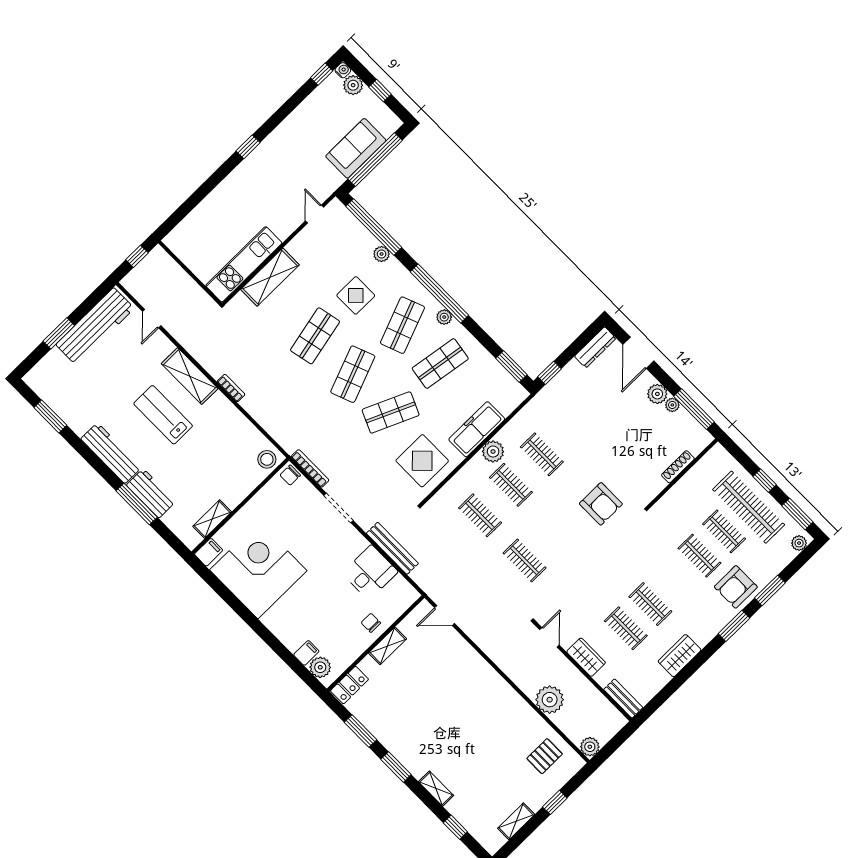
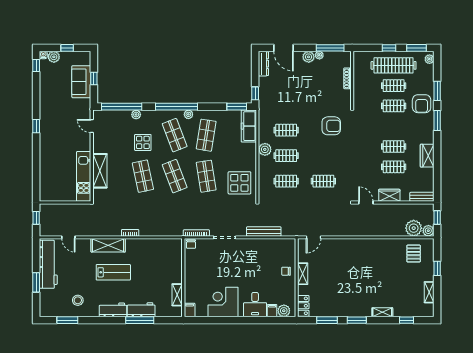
window: (375, 160) -> (94, 78), width x0.32
shop shelf: (391, 412) -> (206, 176), turned -33
lab bench: (163, 415) -> (113, 272), turned 180
freezer: (477, 429) -> (249, 126), moved
workbench: (111, 453) -> (113, 310), width x0.73
stool: (267, 459) -> (78, 300), moved
corner desk: (258, 570) -> (223, 302), width x0.74, depth x0.74
desk: (370, 572) -> (255, 305), moved, turned 180
plant: (550, 700) -> (414, 228), moved
window: (616, 742) -> (437, 217), added

